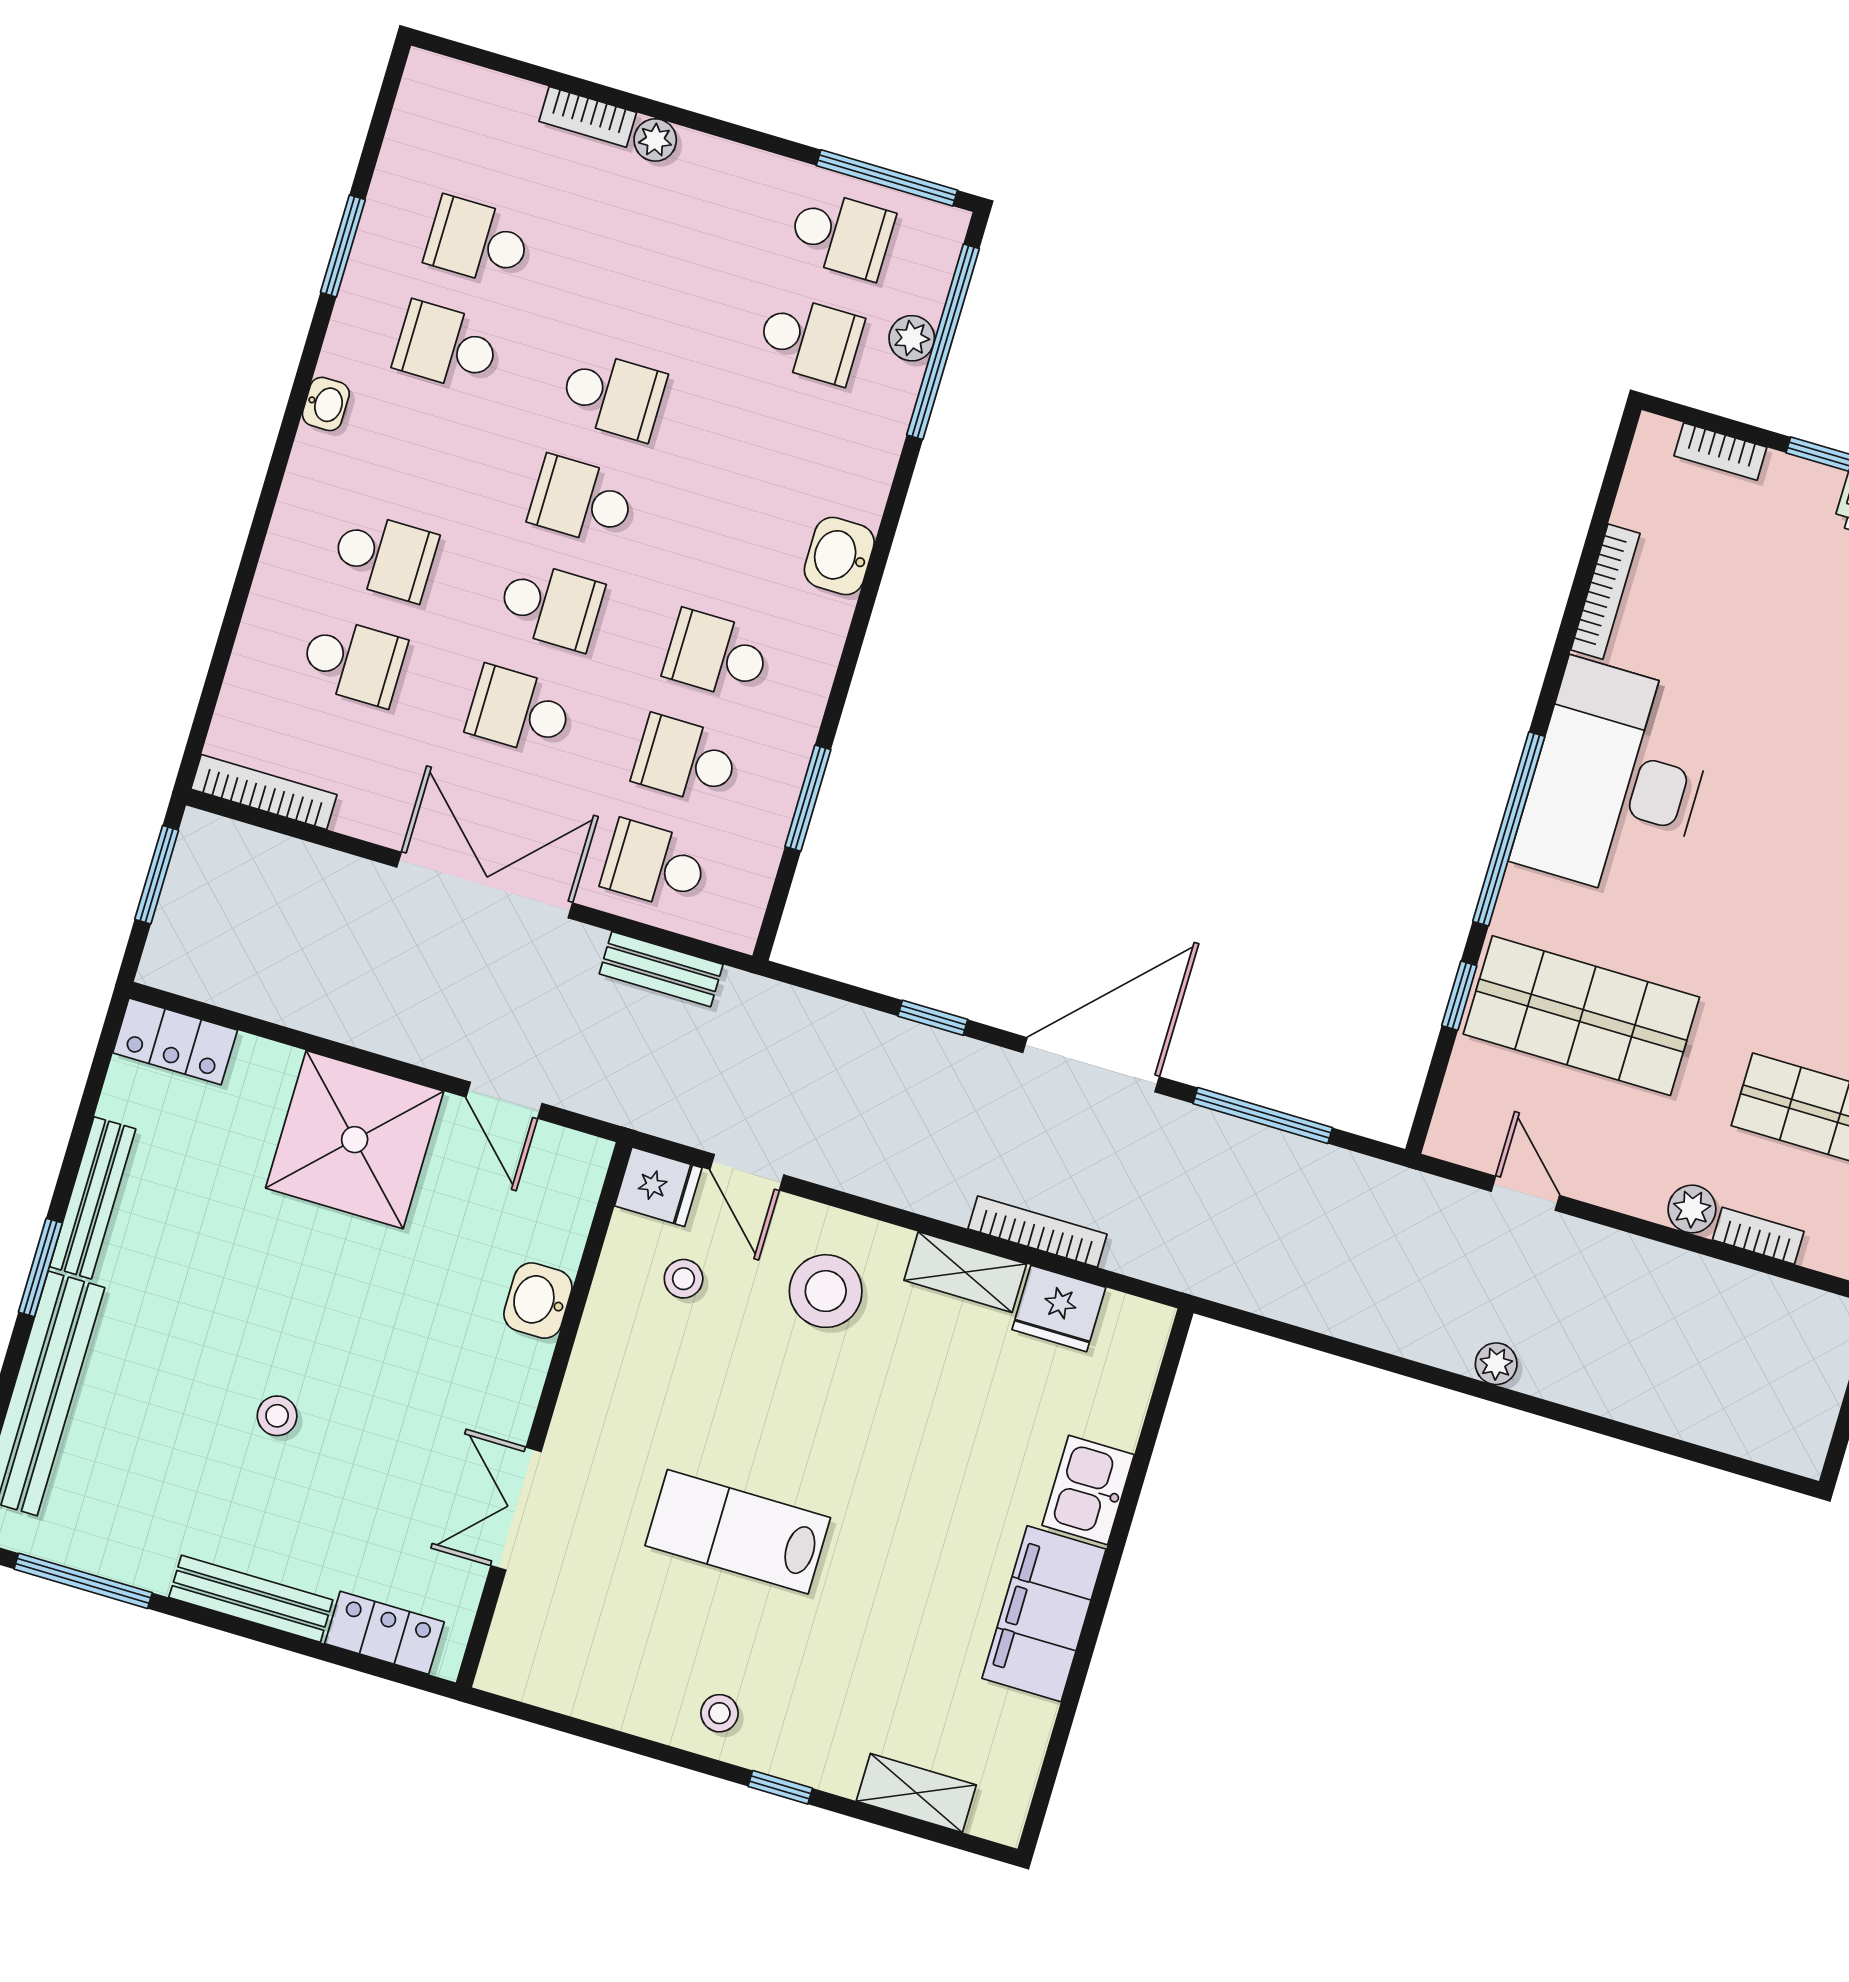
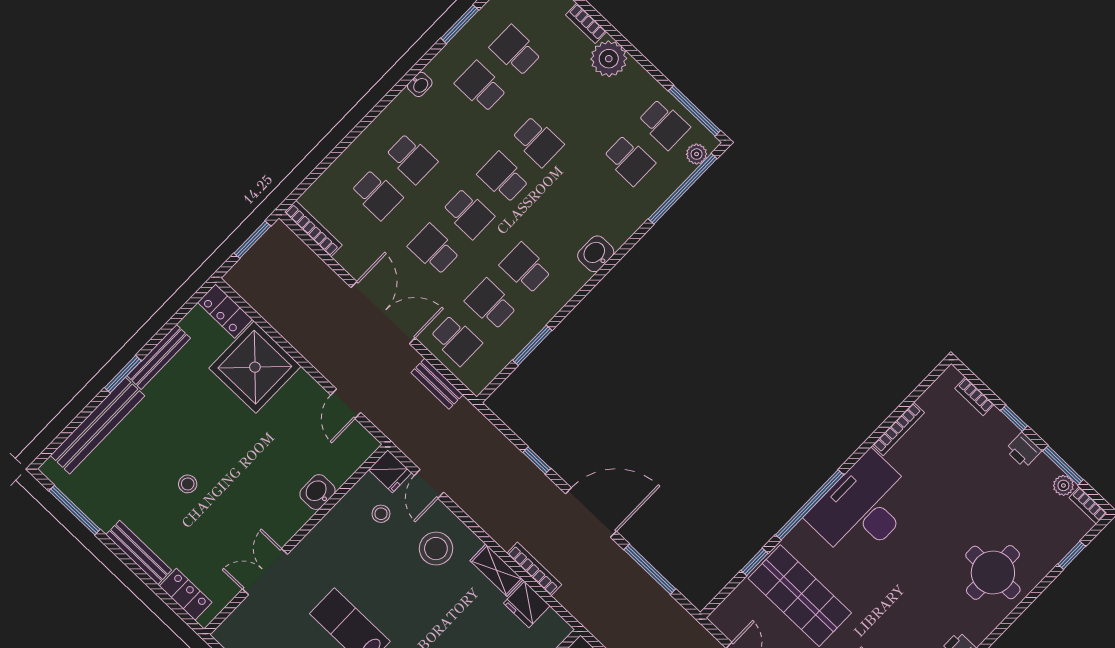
plant: (655, 140) -> (609, 59), width x1.88, depth x1.88
plant: (912, 338) -> (697, 154), moved
school desk: (655, 865) -> (456, 340), turned 180
shower: (355, 1140) -> (255, 367), moved

